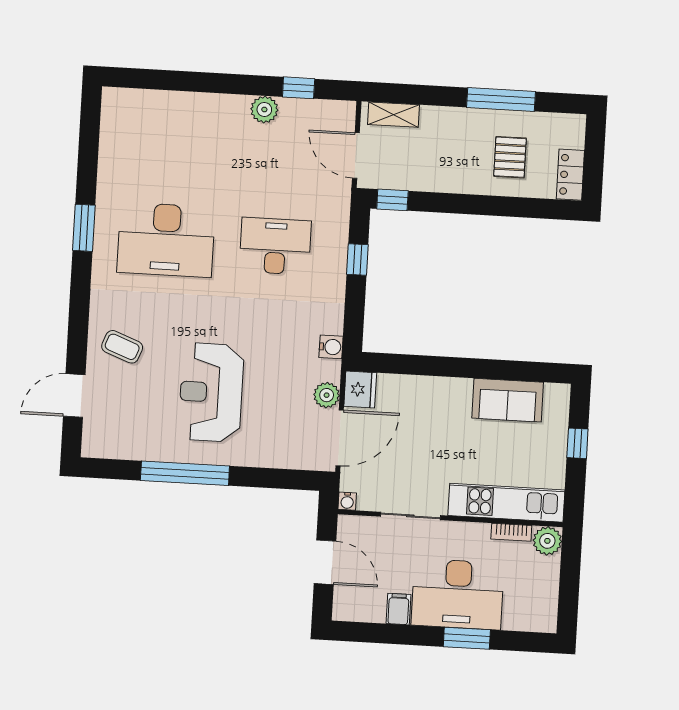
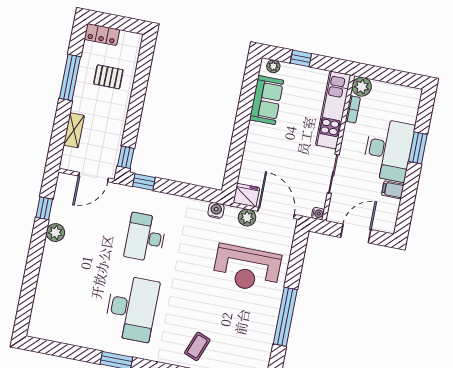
shelving: (393, 115) -> (74, 130), moved
locker: (570, 175) -> (102, 34), moved
window: (357, 260) -> (144, 182), moved
reception desk: (211, 392) -> (247, 269), moved
plant: (560, 404) -> (273, 66), added

